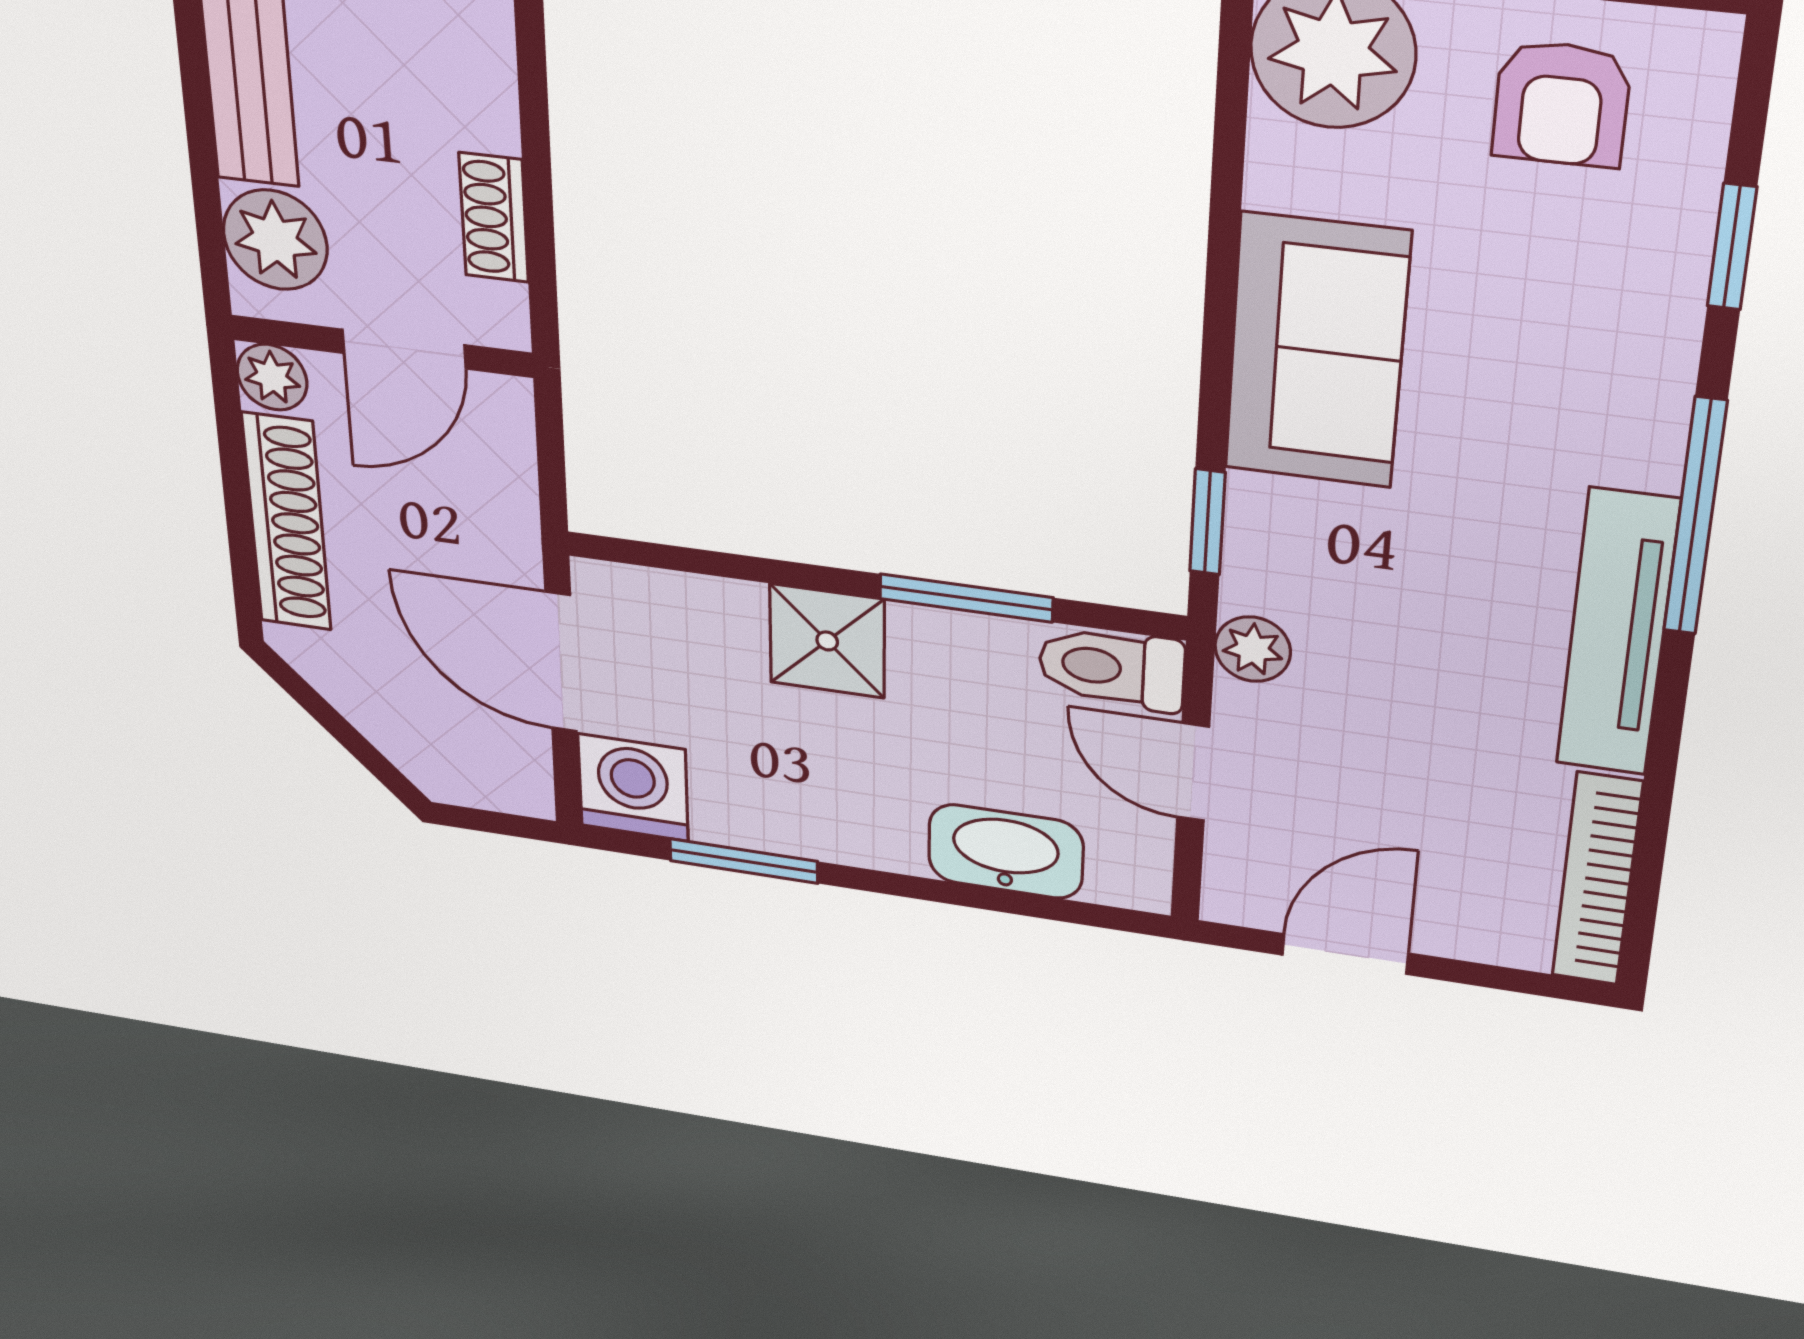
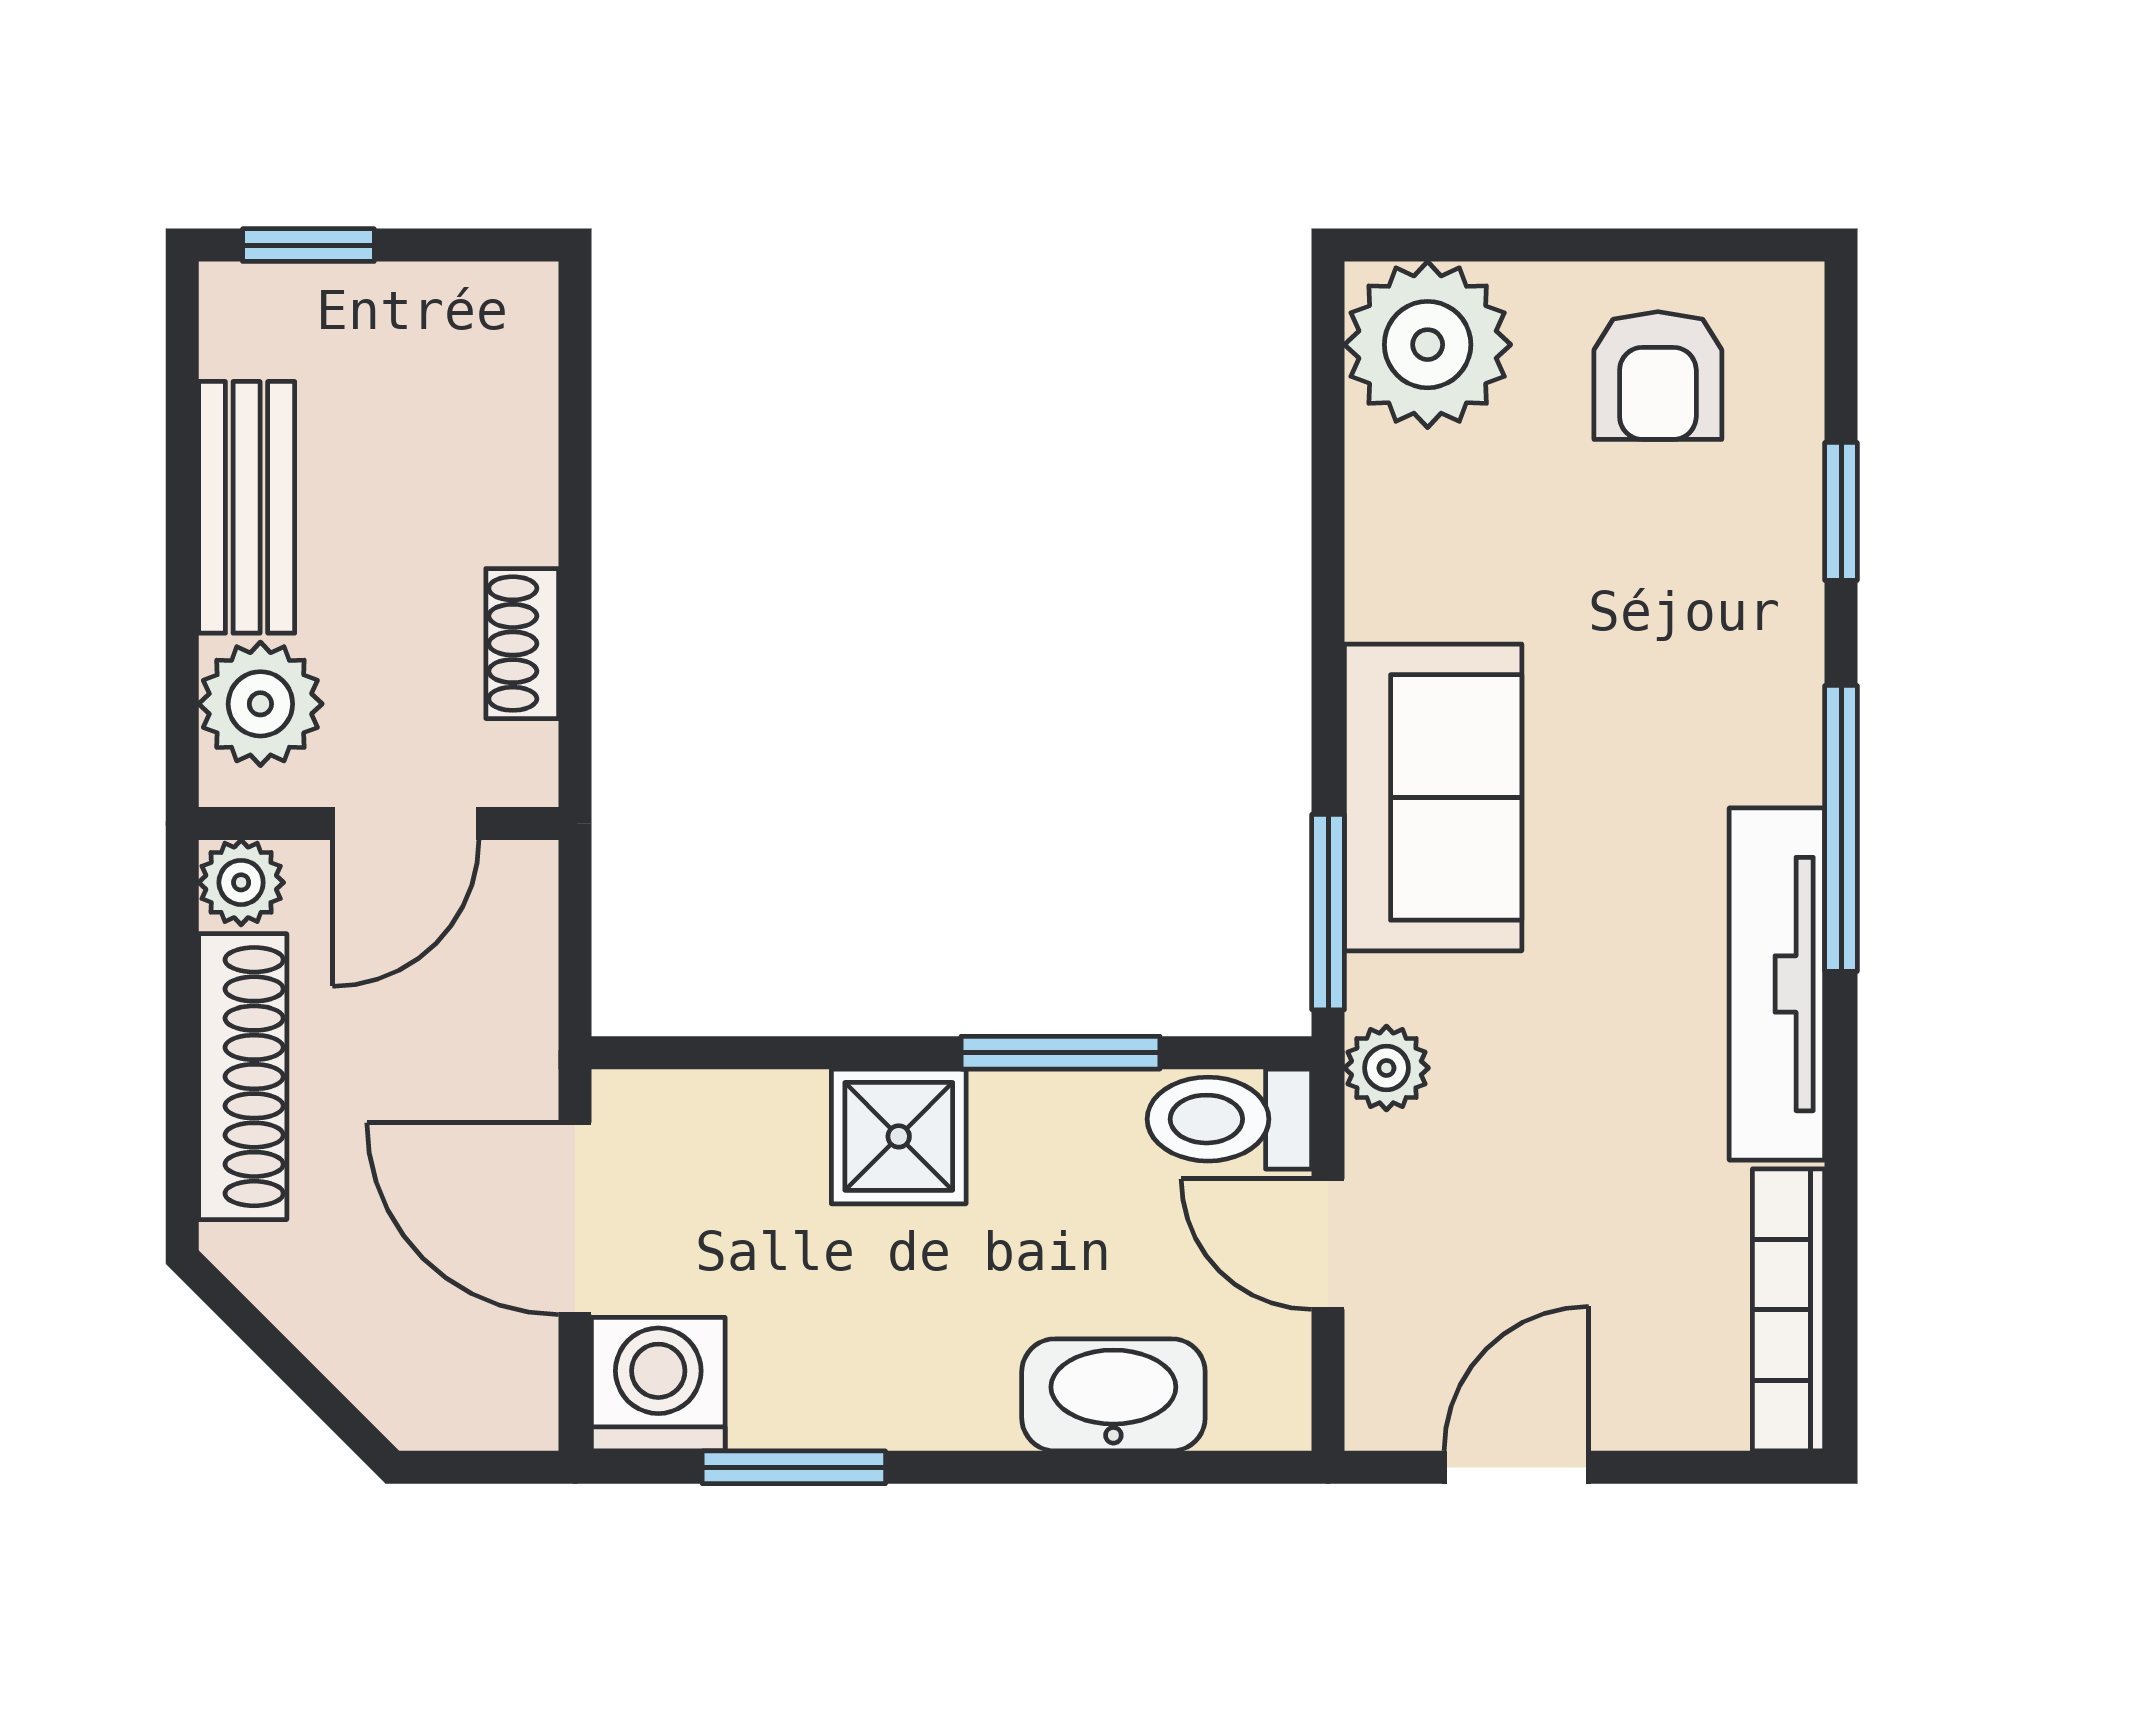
sofa: (1317, 351) -> (1433, 797), moved
window: (1207, 522) -> (1328, 912), width x1.50

